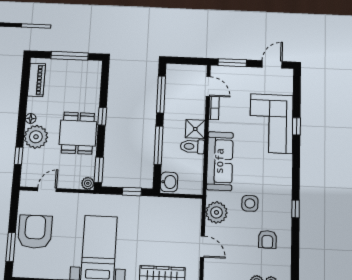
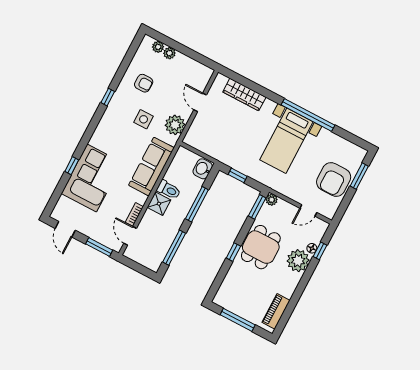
door: (272, 64) -> (65, 229), hinge flipped
floor lamp: (31, 118) -> (312, 248), moved
armchair: (267, 239) -> (144, 83), turned 90

